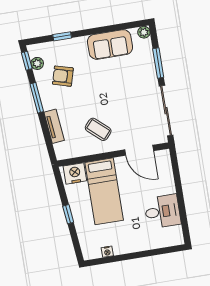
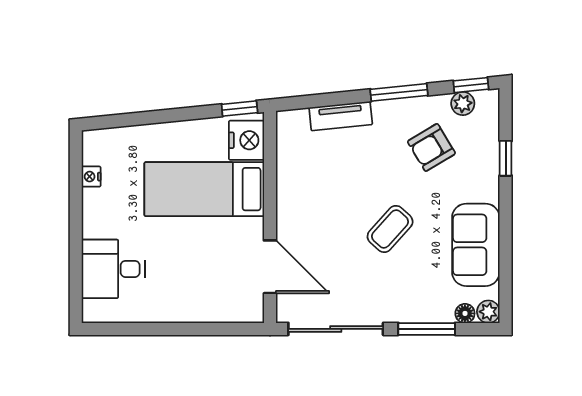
floor lamp: (147, 44) -> (465, 313), added
armchair: (63, 76) -> (431, 148), turned -137
coffee table: (98, 129) -> (390, 229), moved
door: (139, 150) -> (270, 267), swing flipped
desk: (162, 211) -> (113, 269), moved, turned 90
window: (68, 214) -> (240, 108), moved

